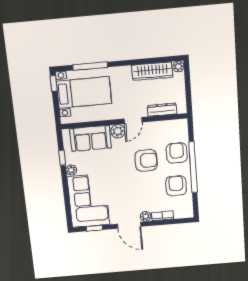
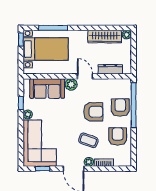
door: (133, 120) -> (85, 76), swing flipped
window: (193, 167) -> (134, 105), moved
coffee table: (143, 193) -> (88, 140), added

